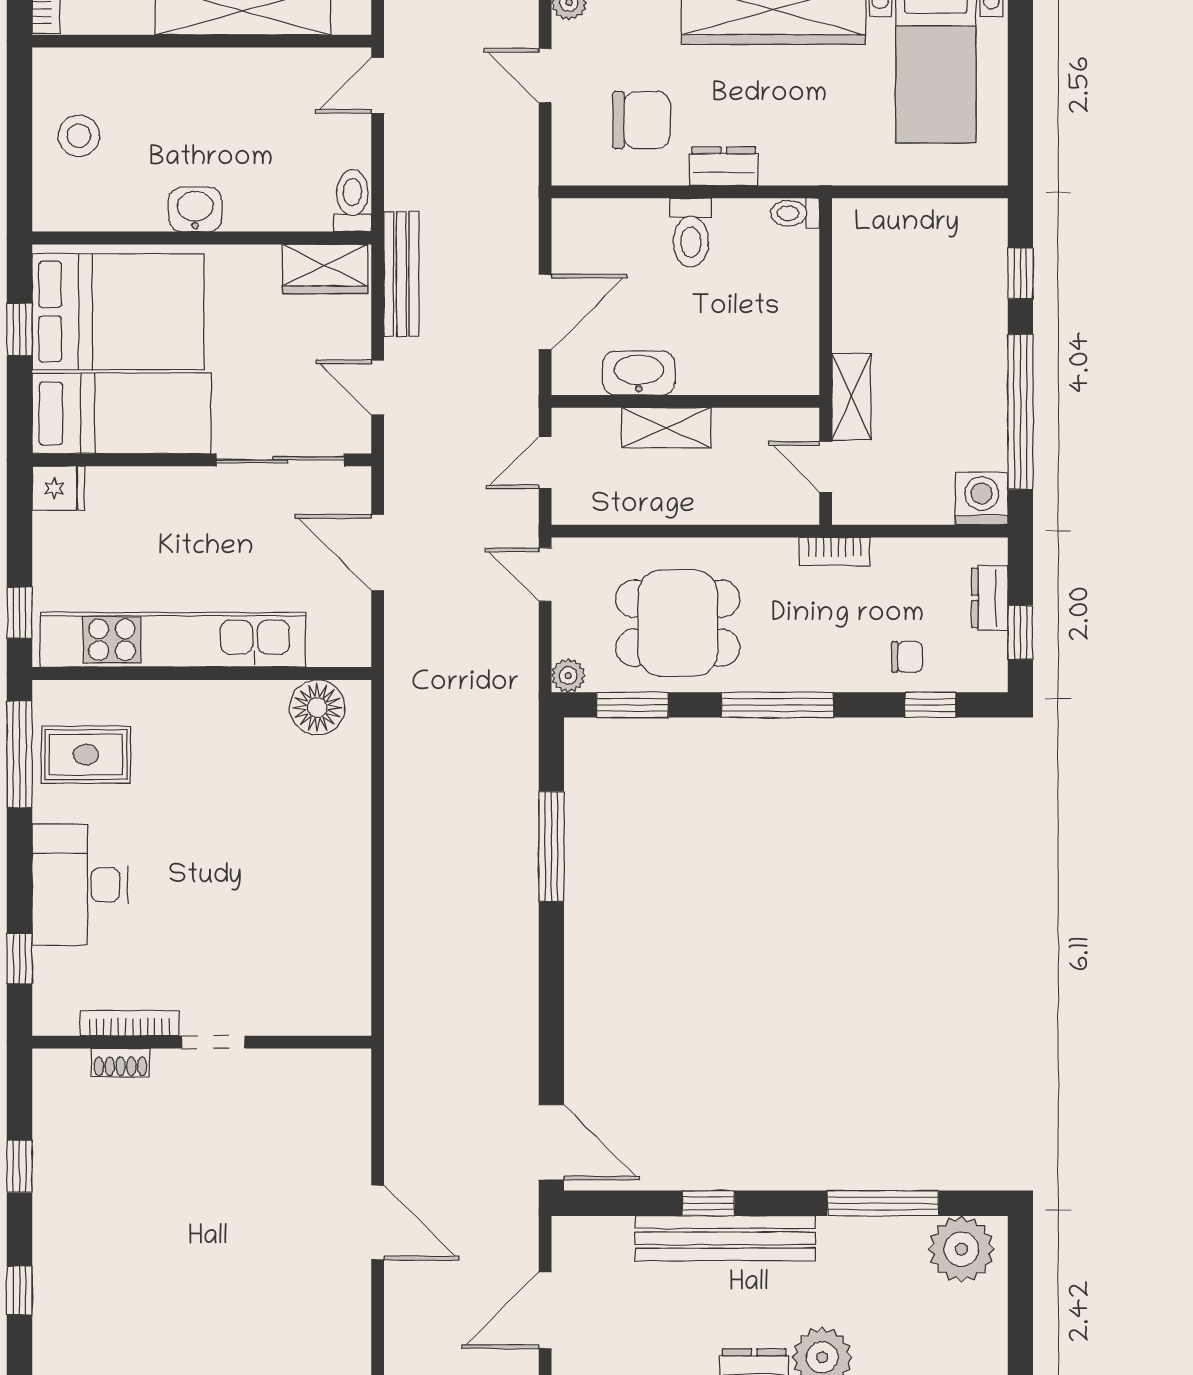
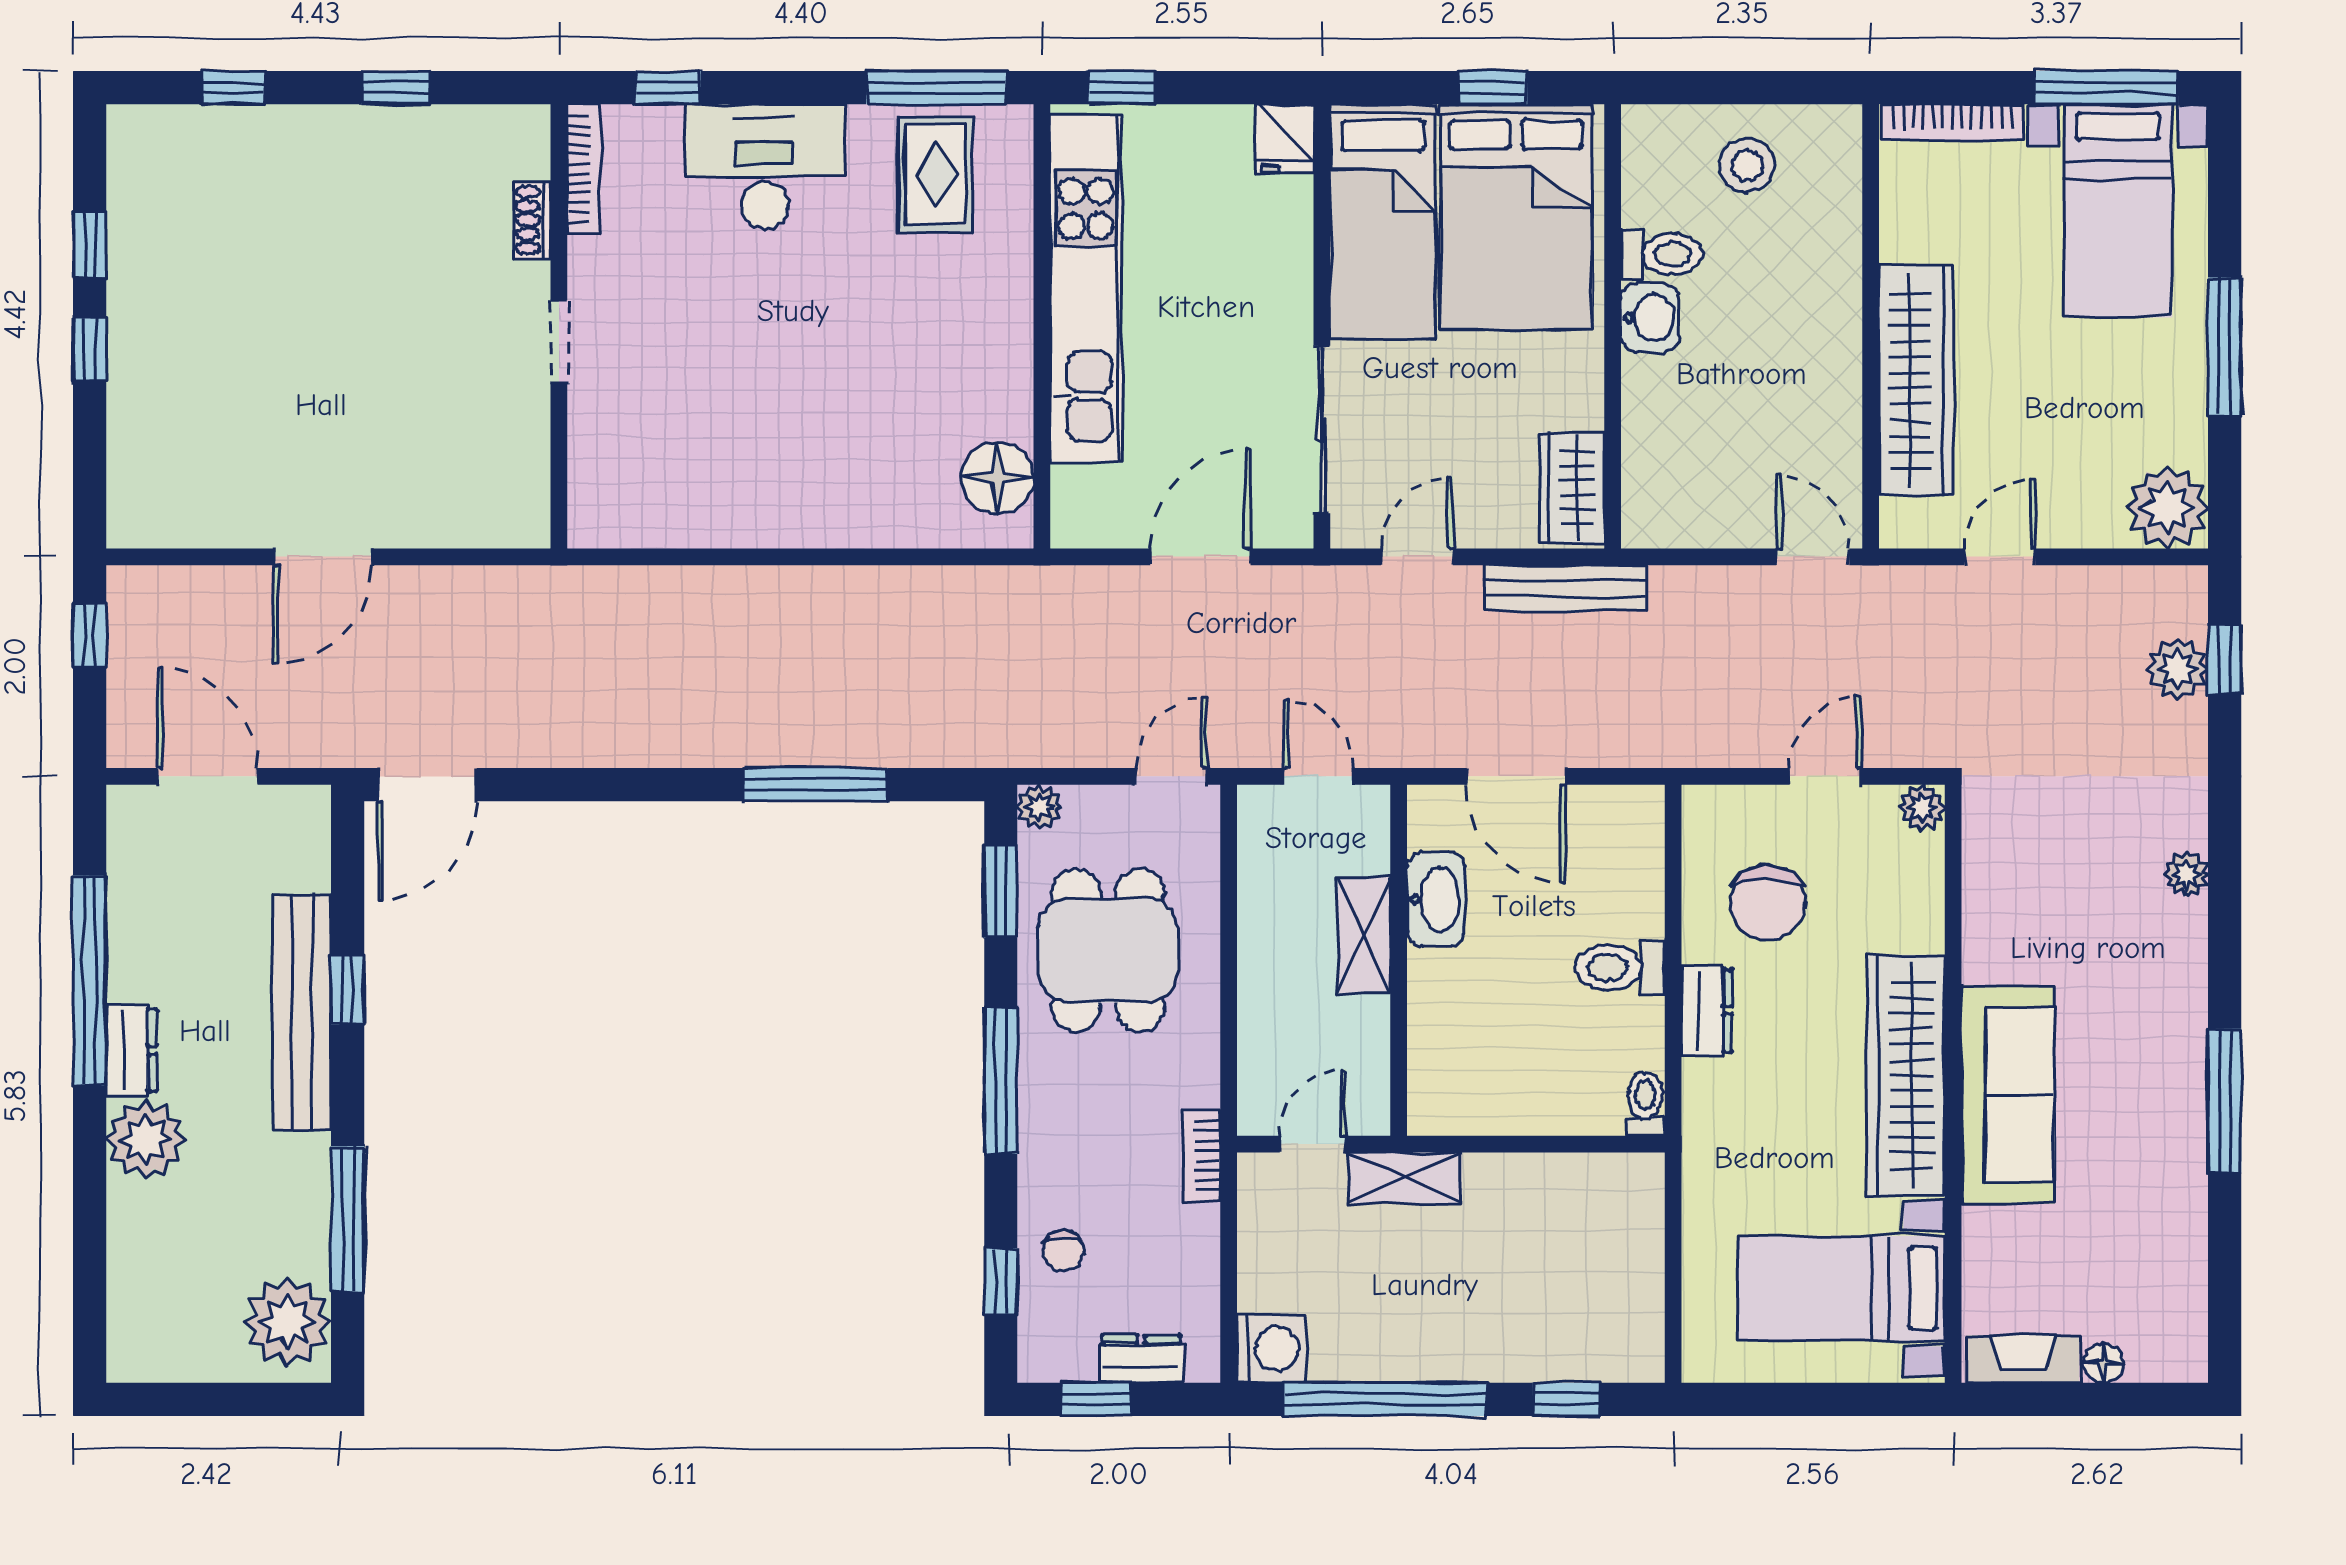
toilet: (352, 201) -> (1662, 254), moved
bookcase: (129, 1023) -> (584, 169), moved

